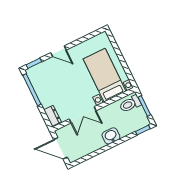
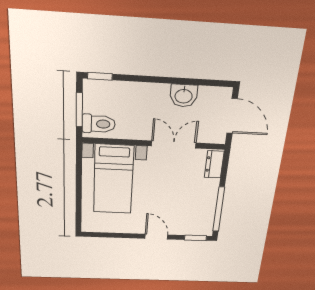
washbasin: (111, 136) -> (184, 96), moved

